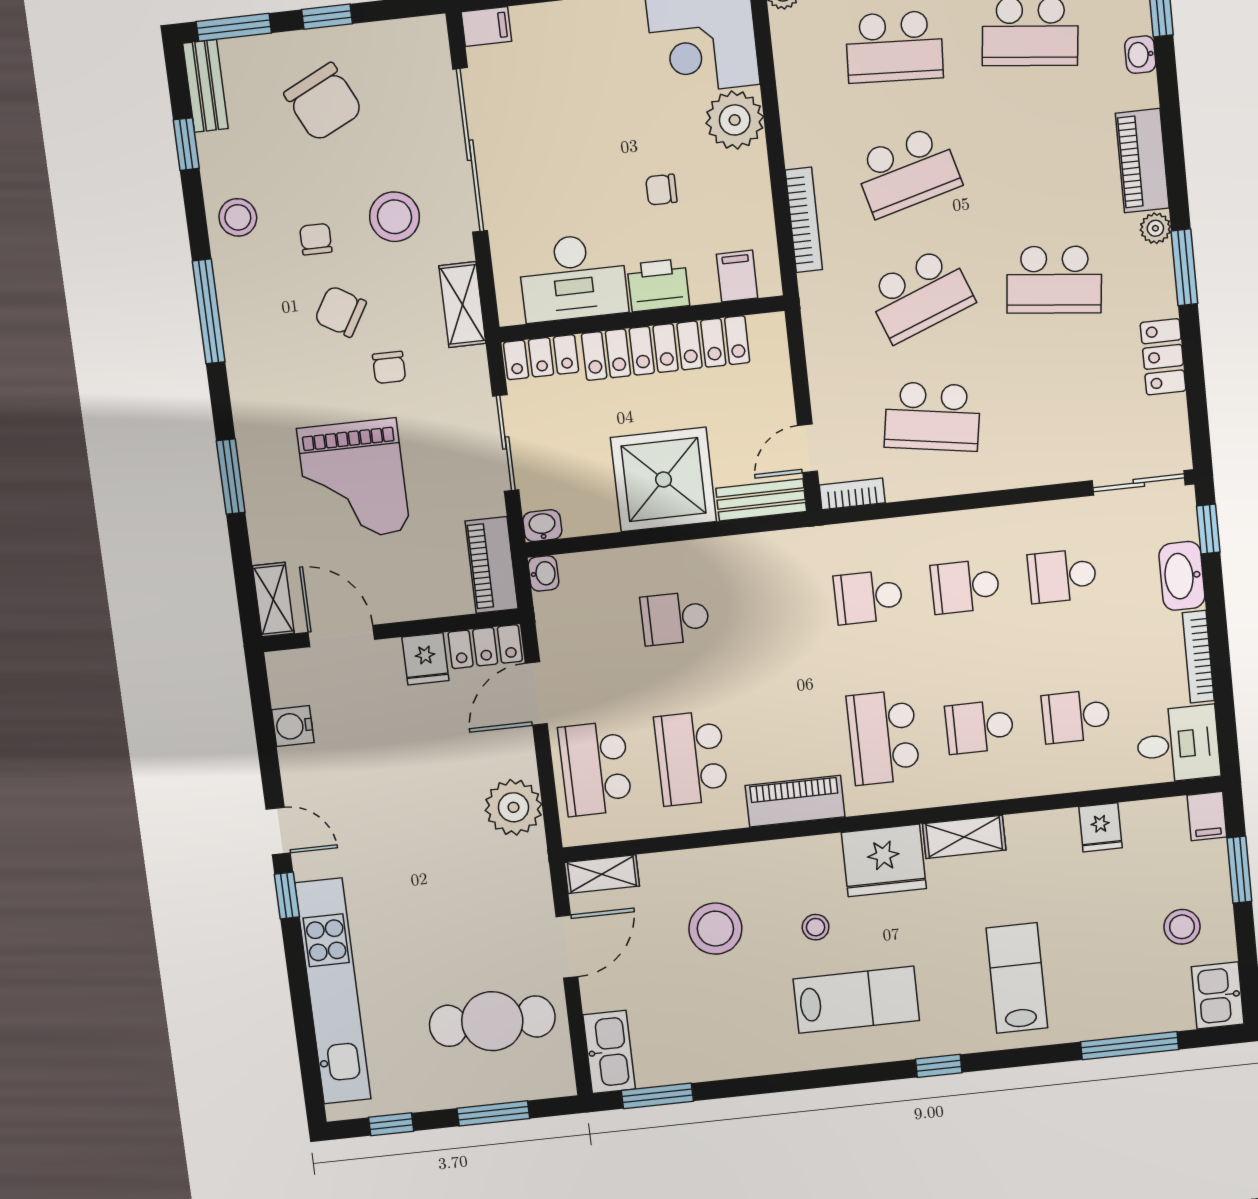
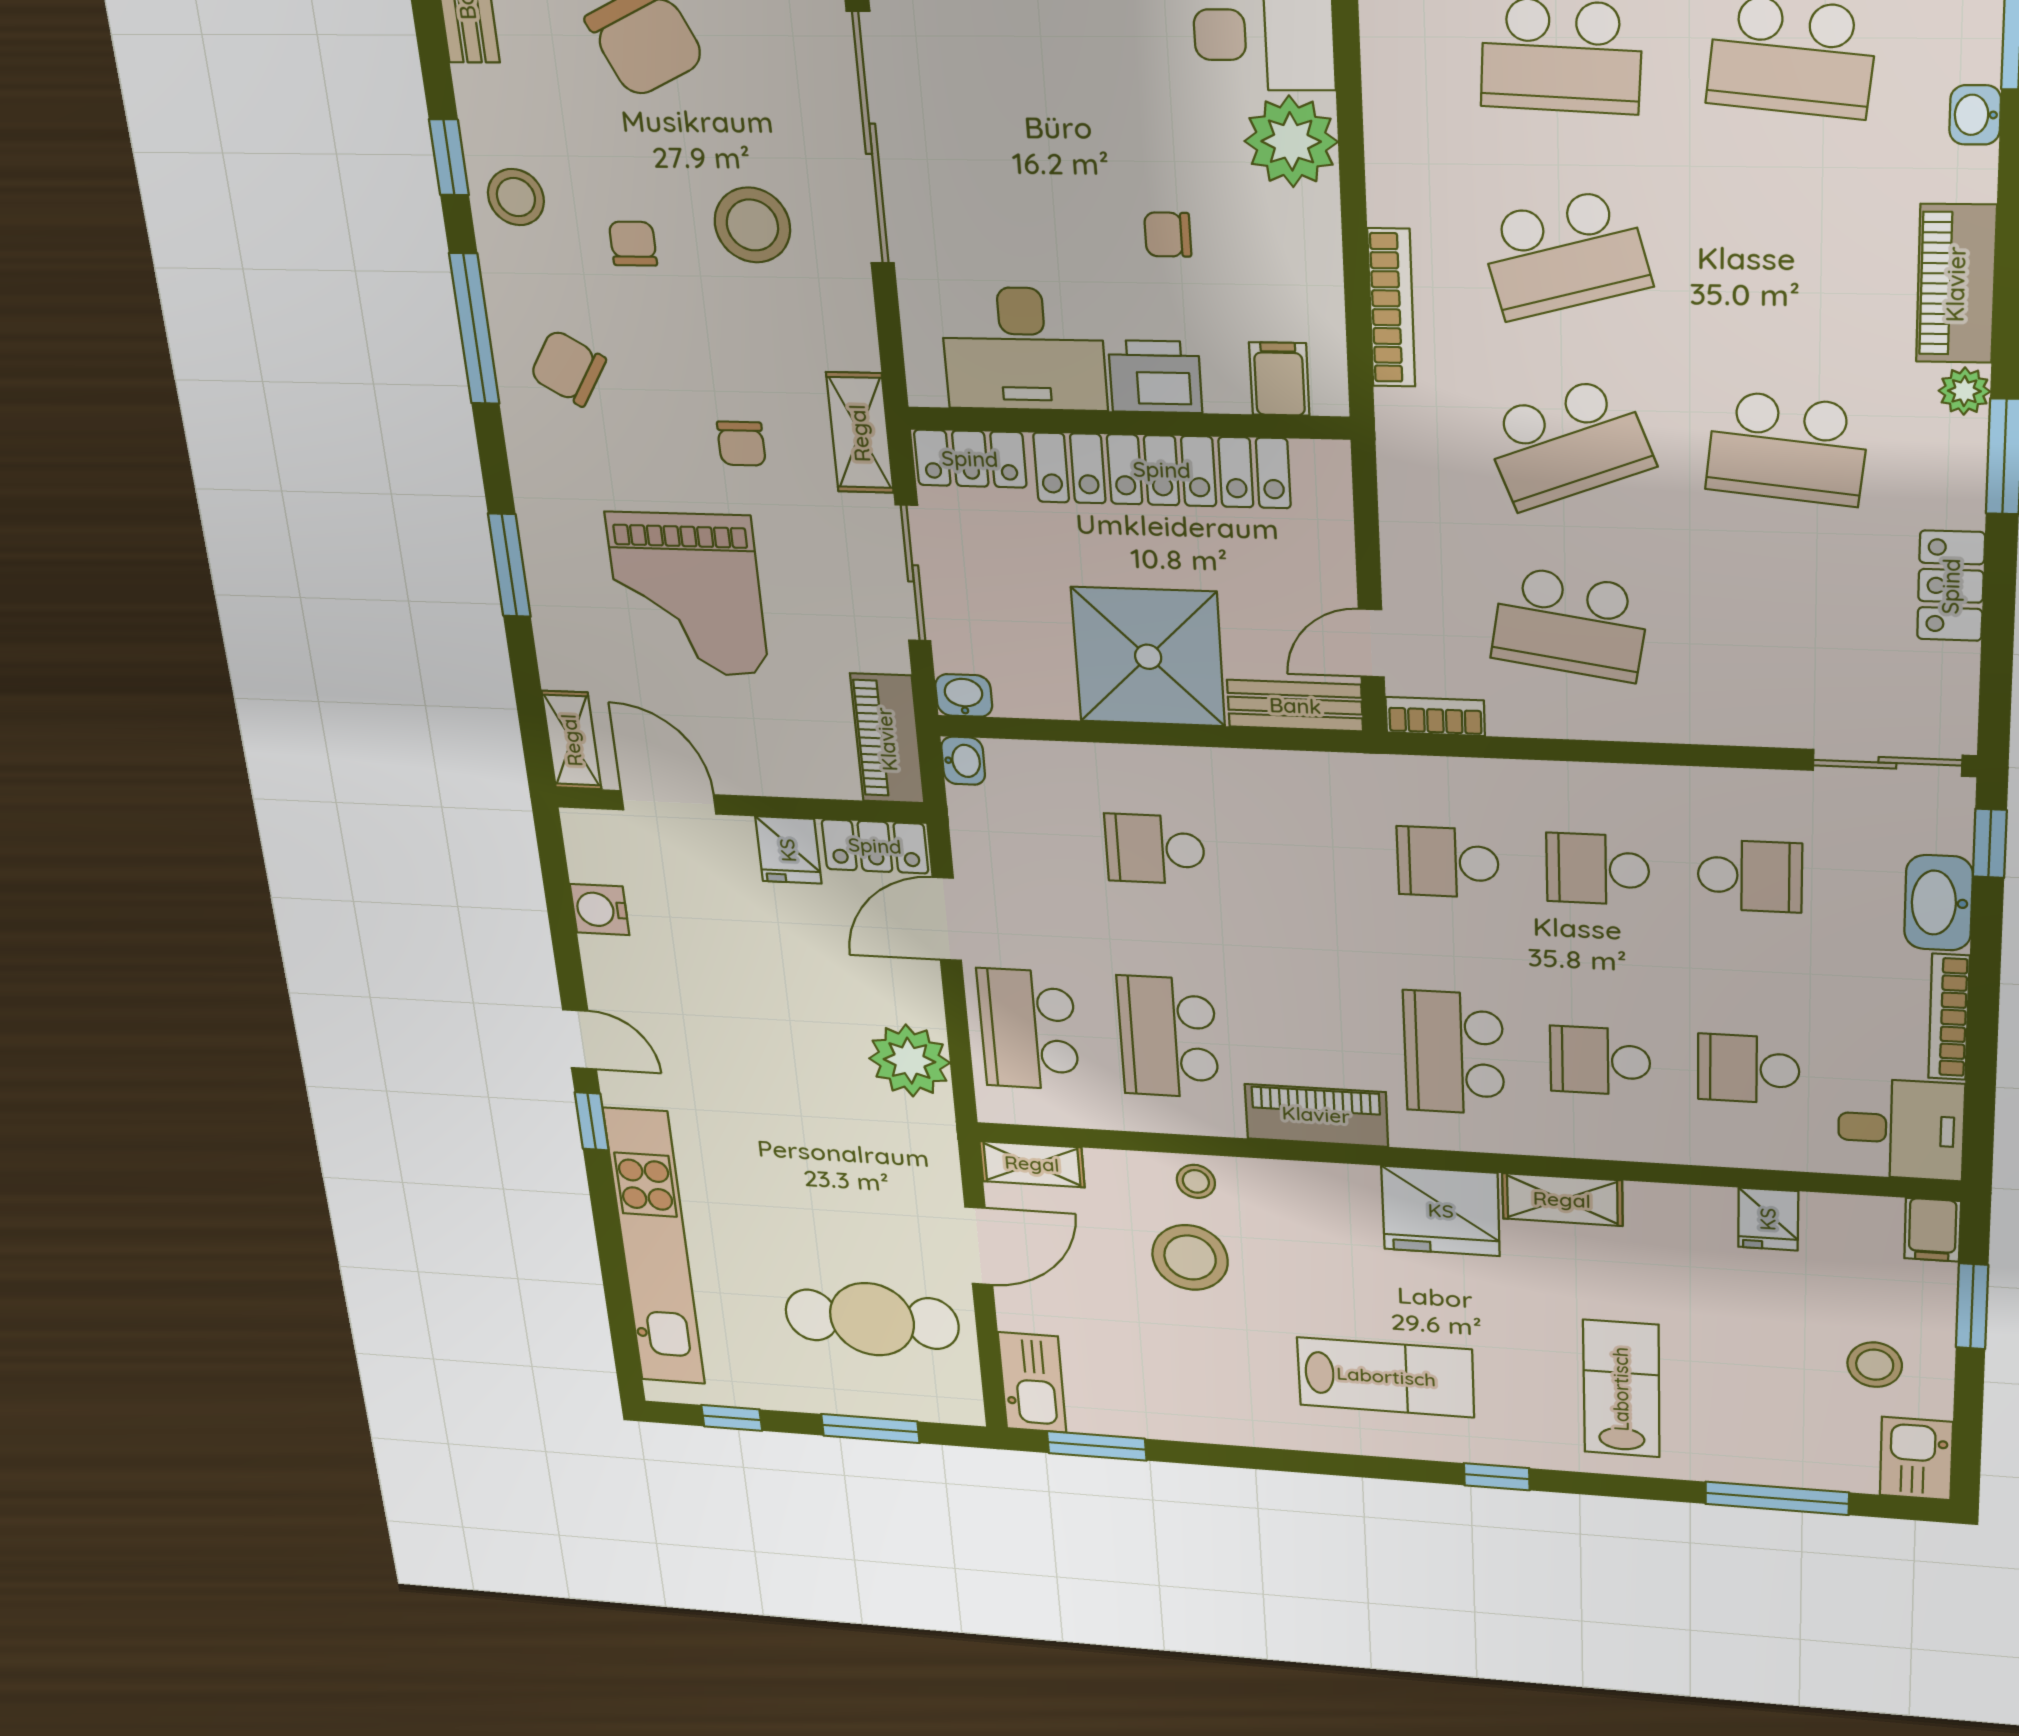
window: (186, 144) -> (449, 157), moved
shelving: (462, 305) -> (860, 433), moved
chair: (340, 311) -> (568, 368), moved
school desk: (1062, 576) -> (1750, 876), turned 180
stool: (816, 927) -> (1196, 1181), moved

